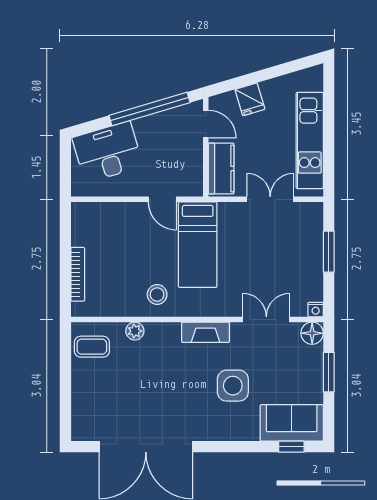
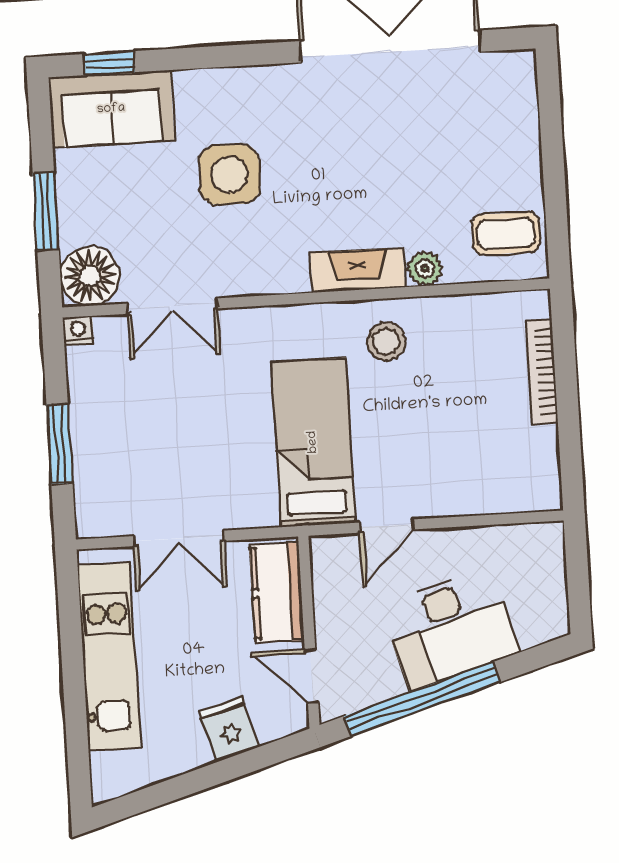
desk: (108, 152) -> (450, 628), moved
door: (162, 199) -> (387, 526), swing flipped
fireplace: (205, 332) -> (358, 270), moved
floor lamp: (312, 333) -> (90, 276), width x1.38, depth x1.38

